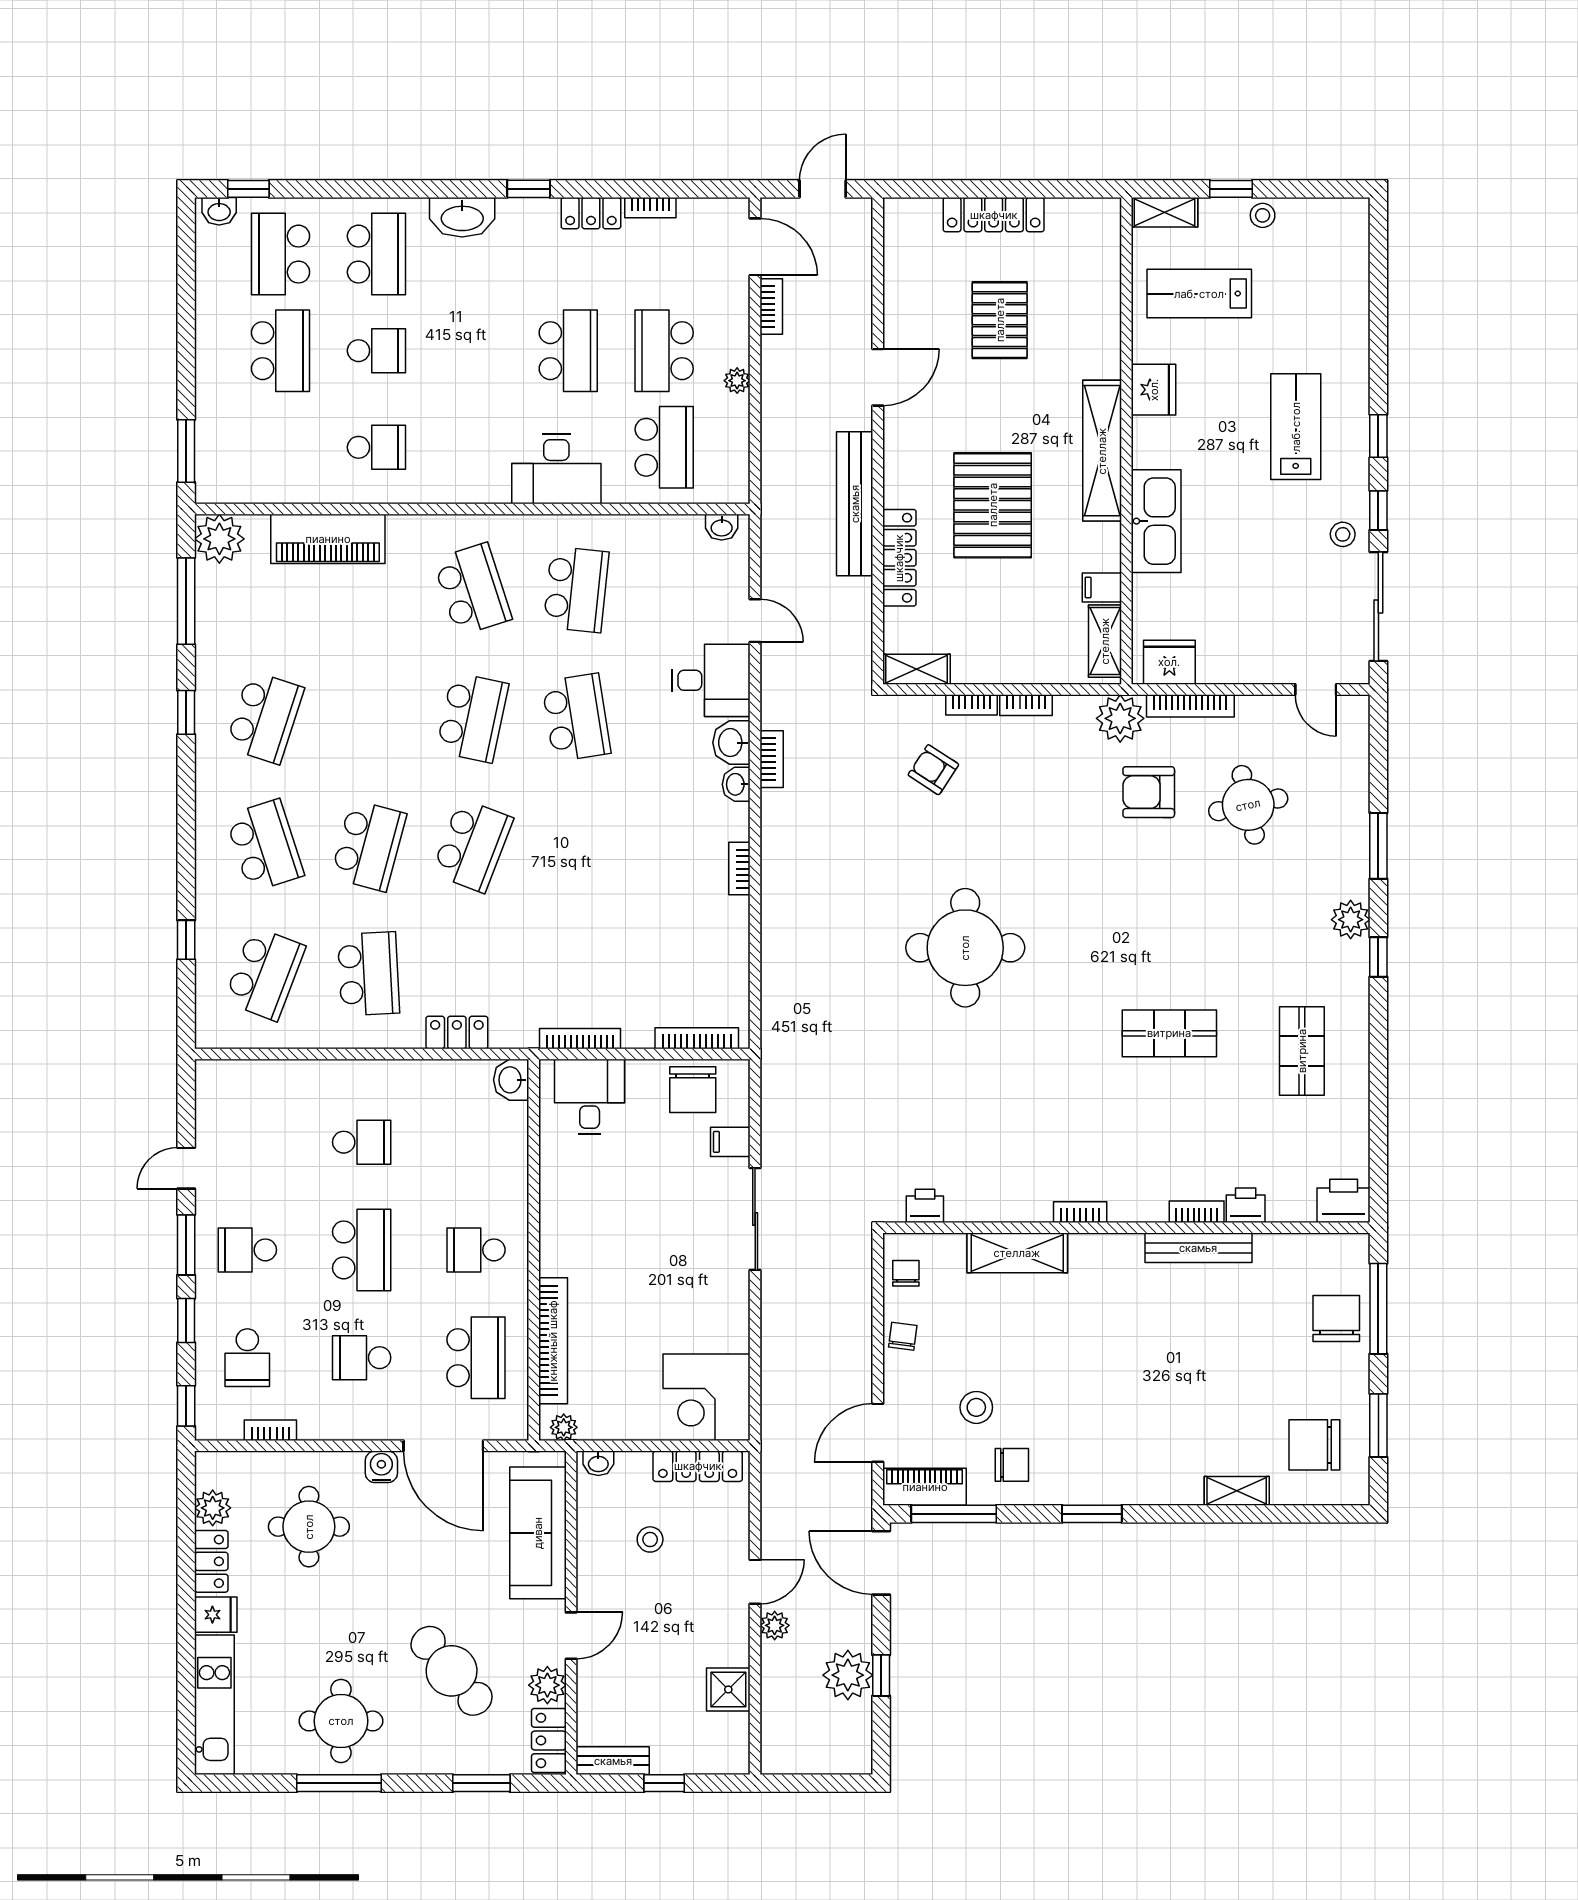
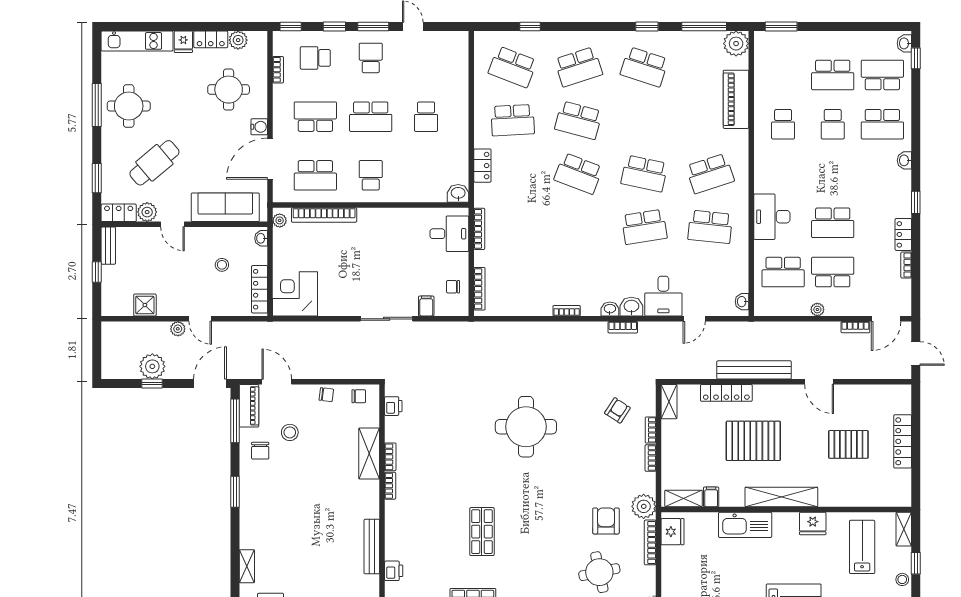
washbasin: (462, 217) -> (904, 160), width x0.52, depth x0.69
chair: (693, 1090) -> (453, 287), width x0.54, depth x0.54
bookcase: (1197, 1212) -> (390, 457), moved
school desk: (362, 1358) -> (315, 117), width x1.85

